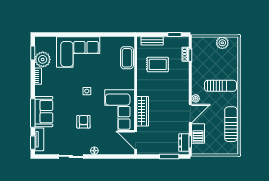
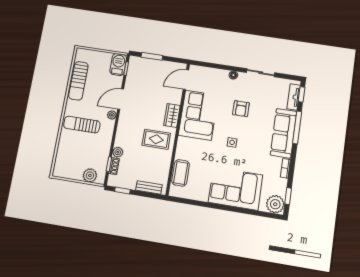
plant: (222, 43) -> (90, 175), moved
plant: (43, 59) -> (275, 204), moved
rug: (158, 64) -> (156, 139), moved
plant: (184, 67) -> (118, 152), added
wardrobe: (143, 111) -> (172, 115), width x0.67
sofa: (44, 112) -> (284, 133), width x1.36
barbecue: (198, 133) -> (118, 64), moved
door: (136, 140) -> (186, 80), swing flipped
dresser: (184, 142) -> (133, 69), removed

